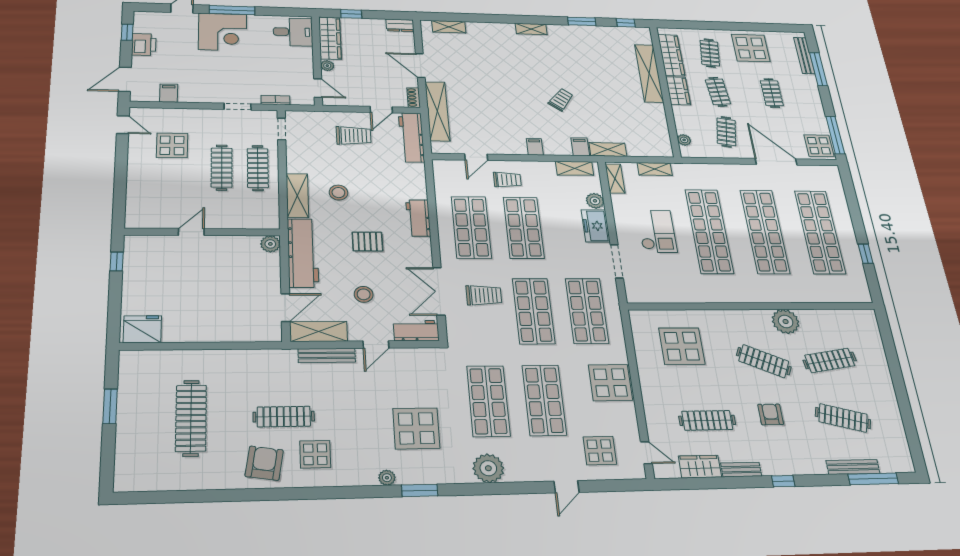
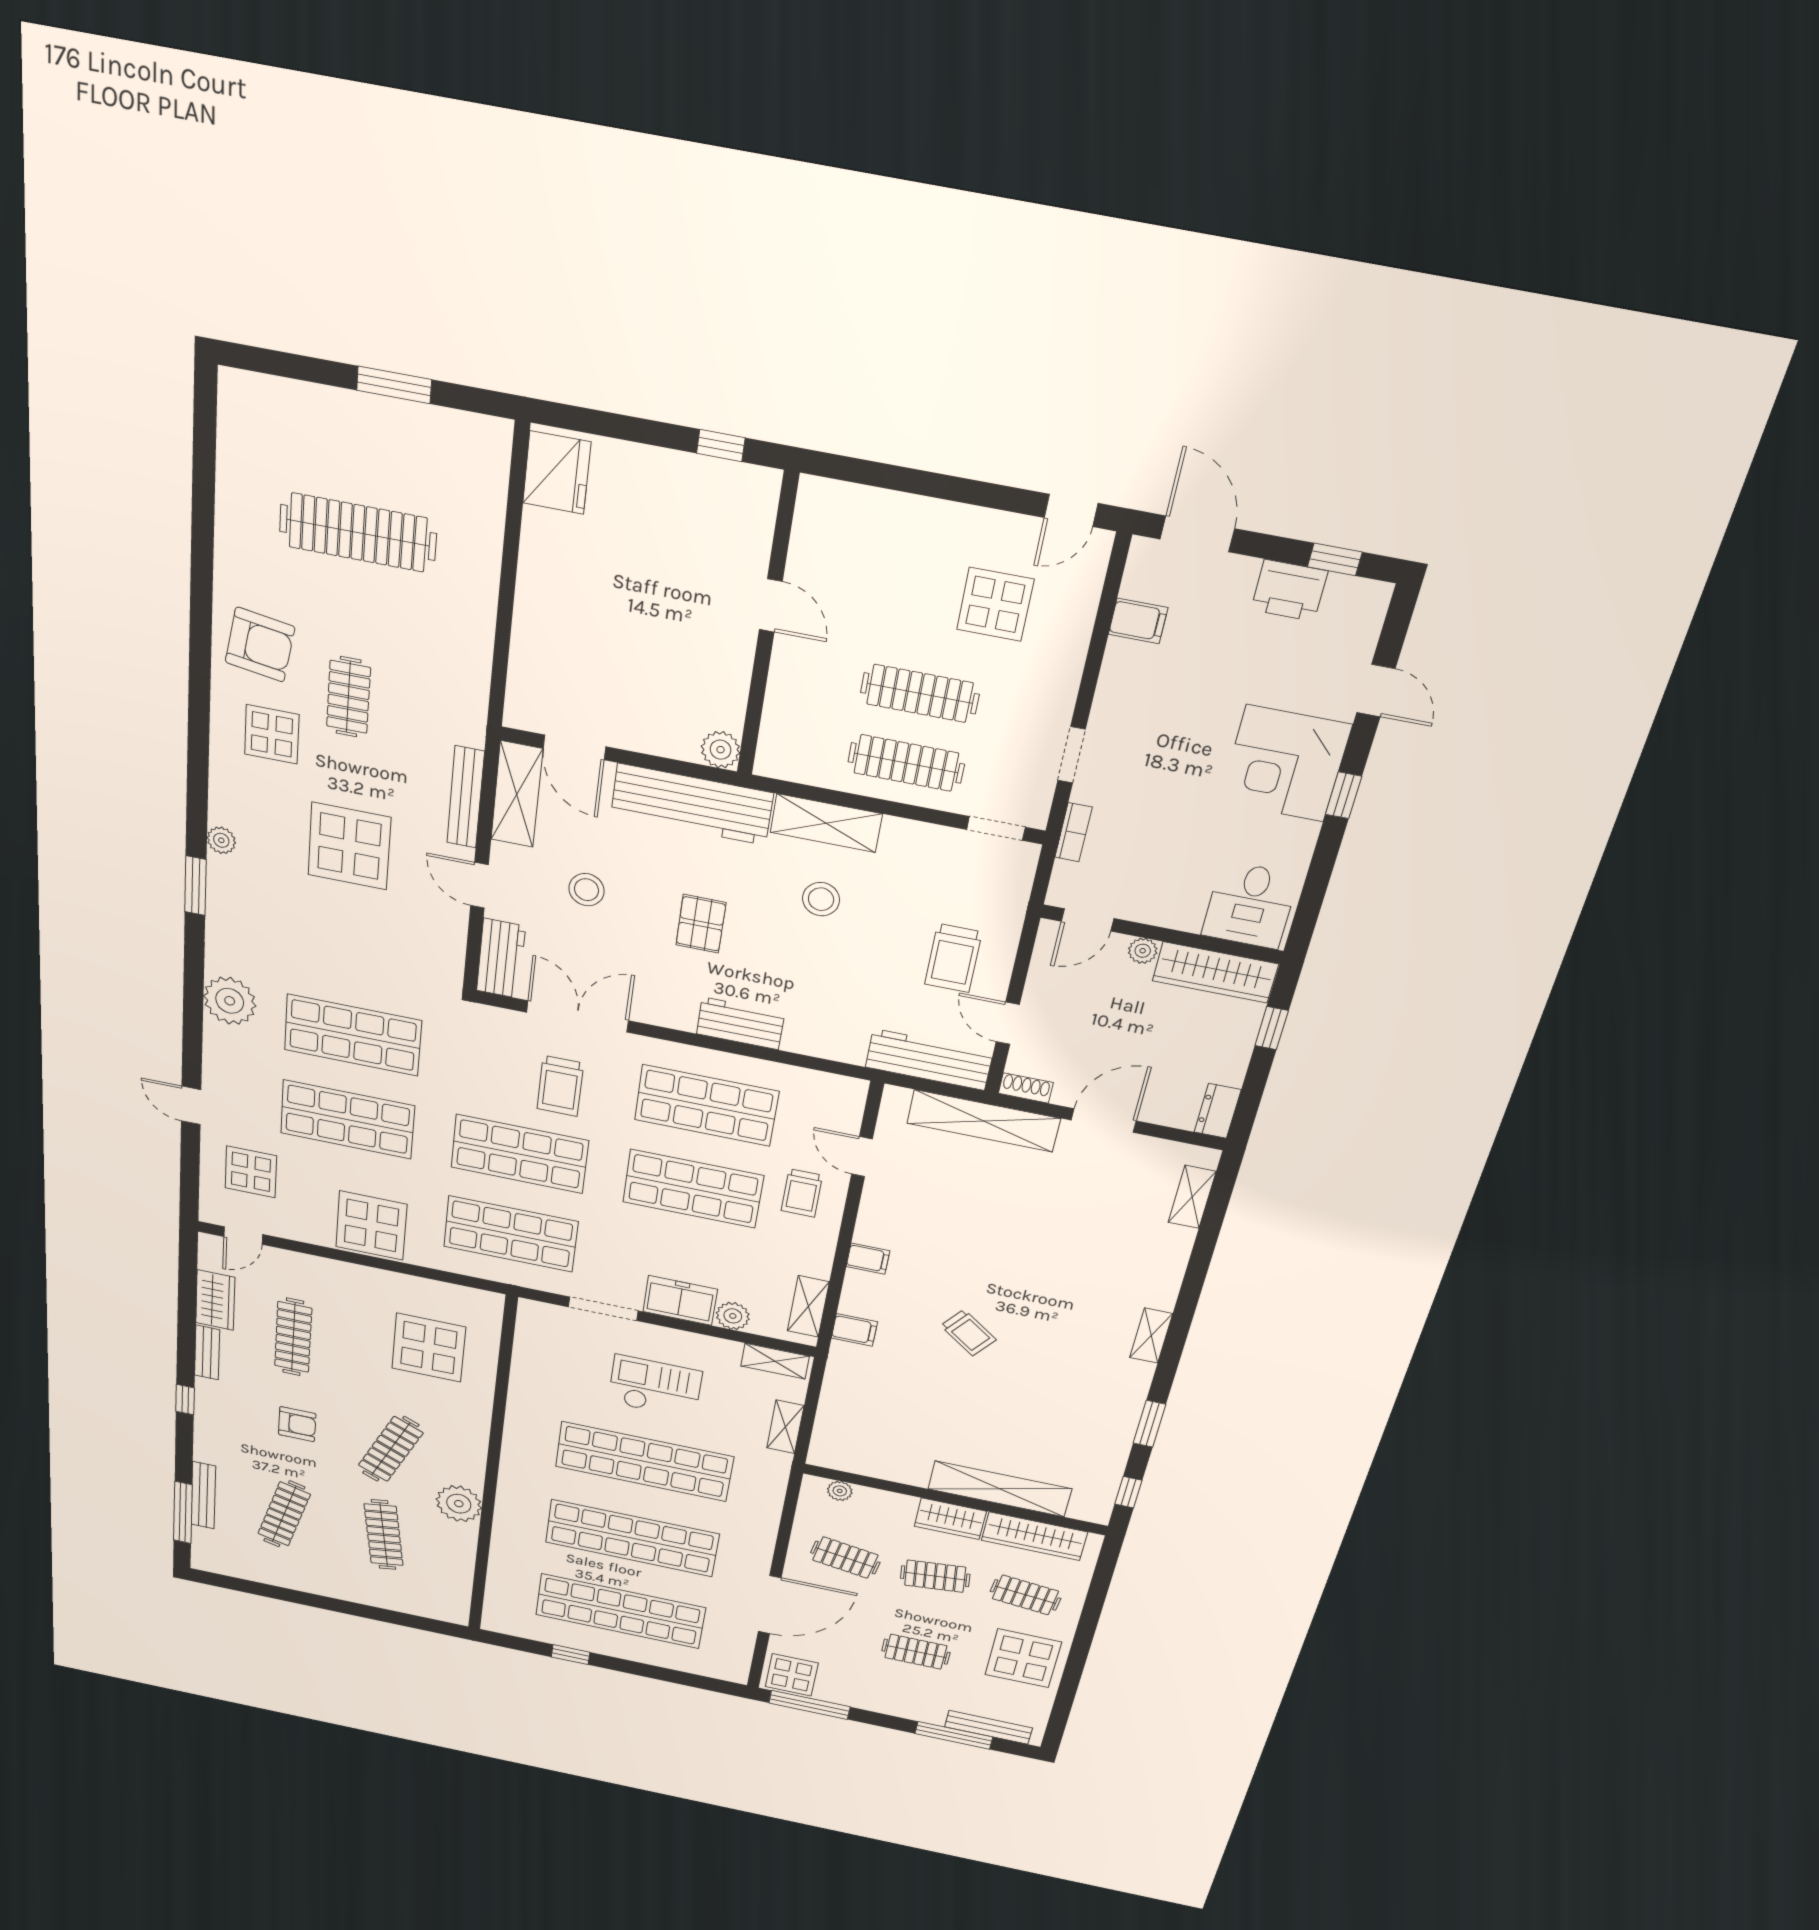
window: (232, 10) -> (1344, 795), width x0.46
shelving: (608, 149) -> (840, 1371), removed
checkout: (657, 231) -> (655, 1387), turned 180
clothes rail: (284, 417) -> (349, 697), width x0.73
display table: (416, 428) -> (349, 846), moved

